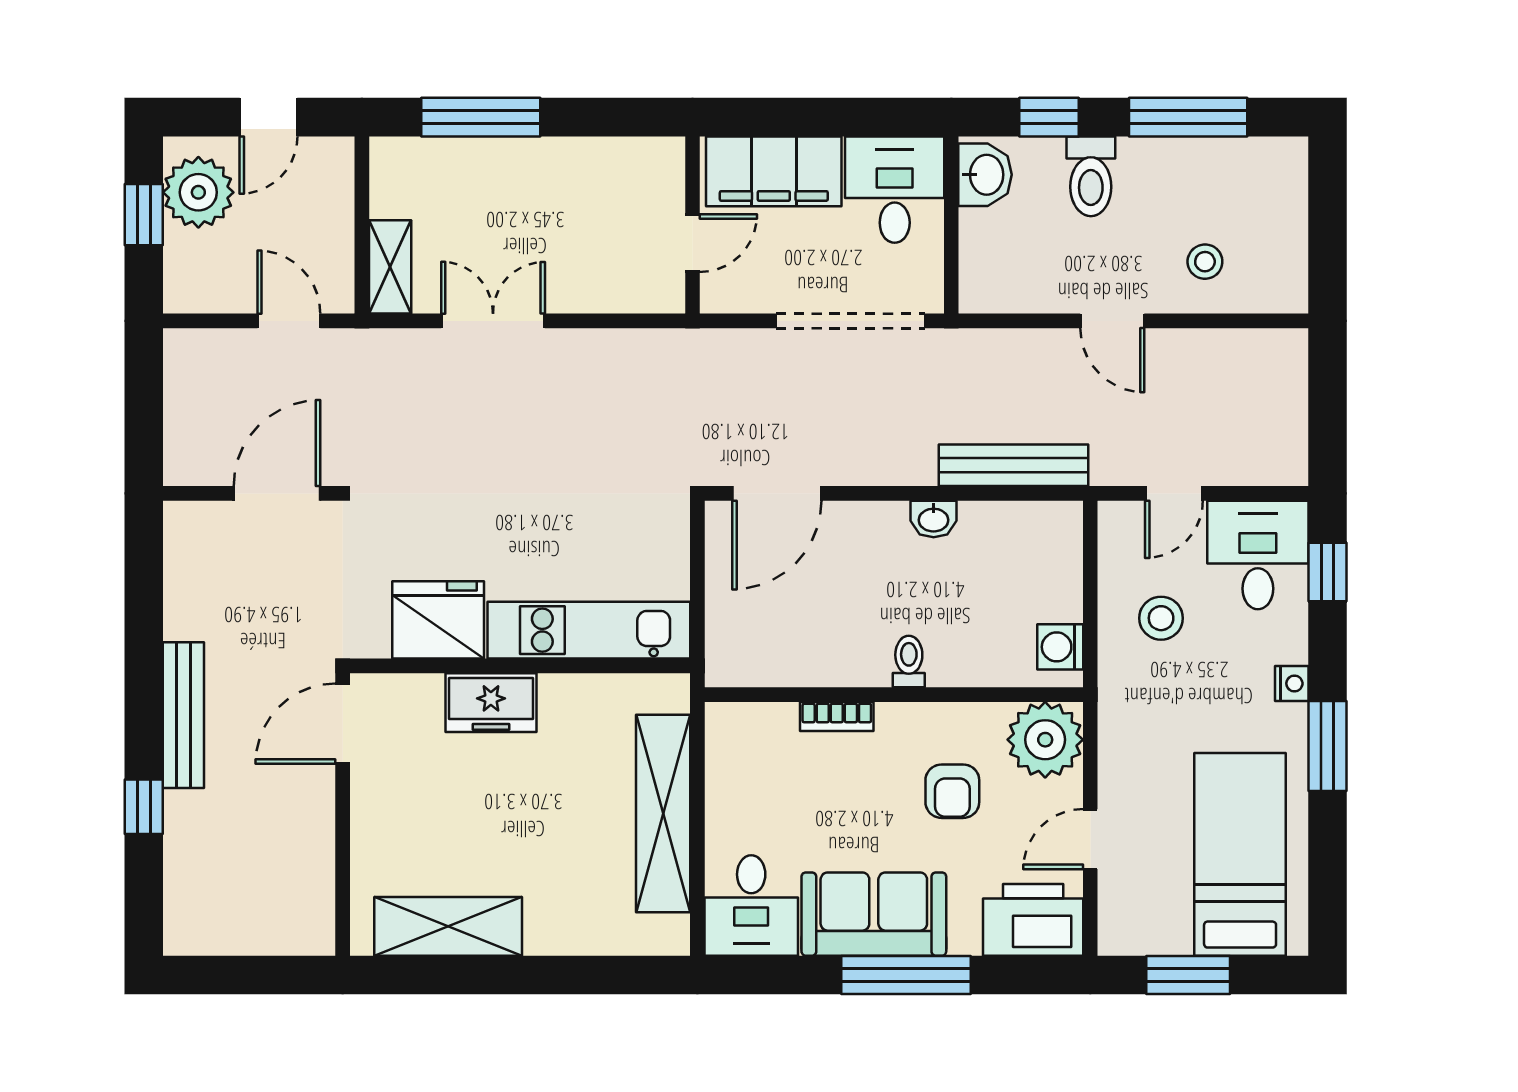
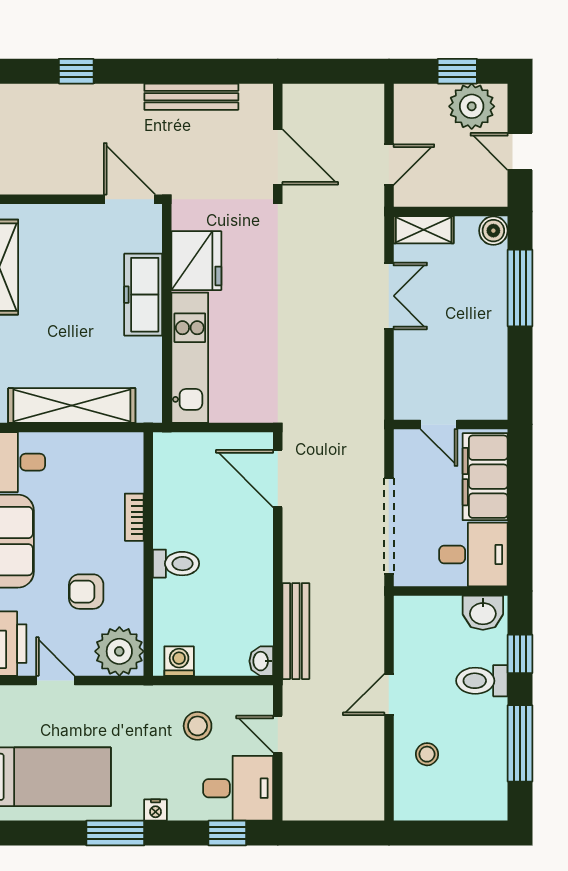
boiler: (392, 159) -> (493, 231), added
washbasin: (934, 519) -> (261, 661), moved
toilet: (909, 662) -> (176, 564), width x1.37, depth x1.39
freezer: (491, 703) -> (143, 295), width x1.40
bench: (183, 715) -> (191, 97), moved

